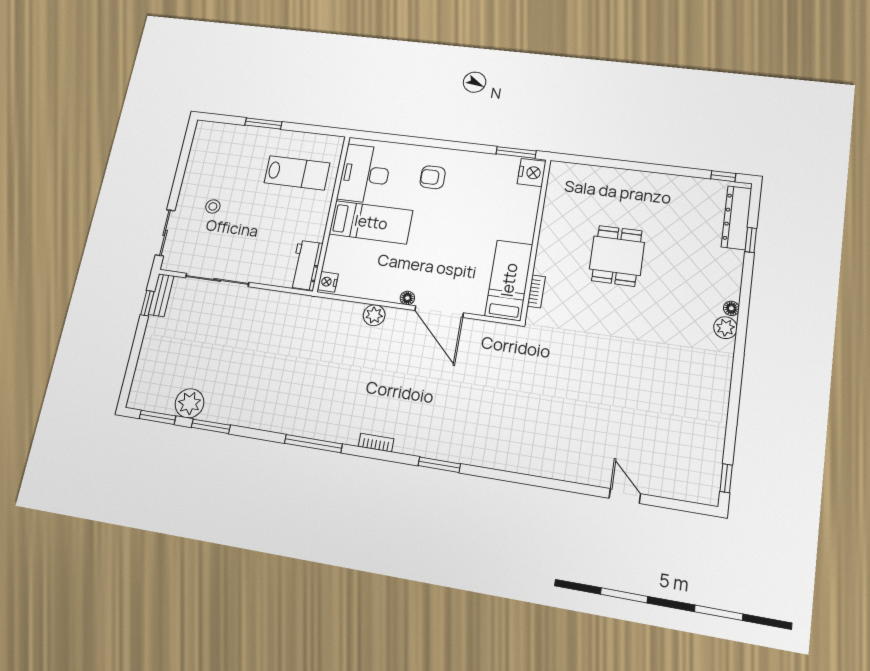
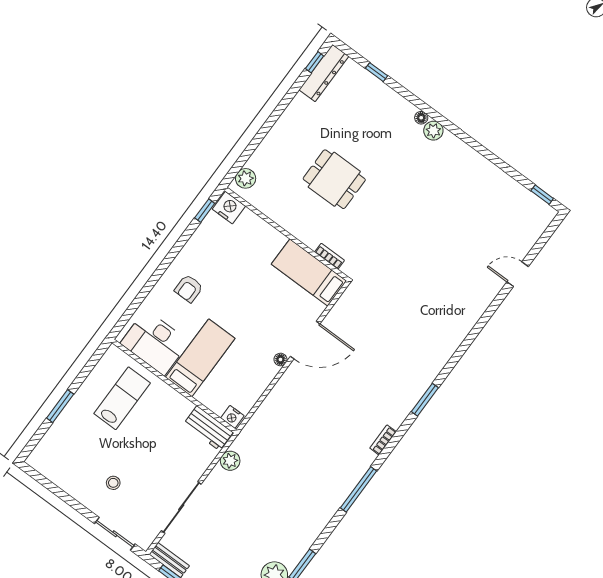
window: (516, 152) -> (205, 211), width x0.67
plant: (569, 173) -> (246, 178), added
dresser: (737, 218) -> (324, 73), moved, turned -90
plant: (374, 315) -> (230, 461), moved

